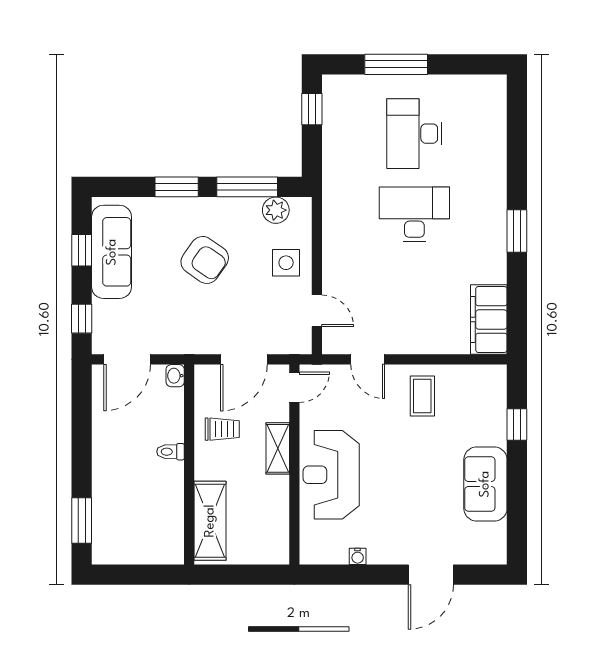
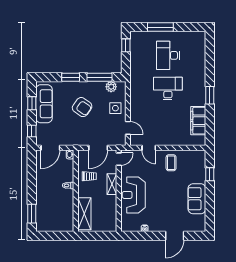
filing cabinet: (489, 320) -> (198, 121), moved

